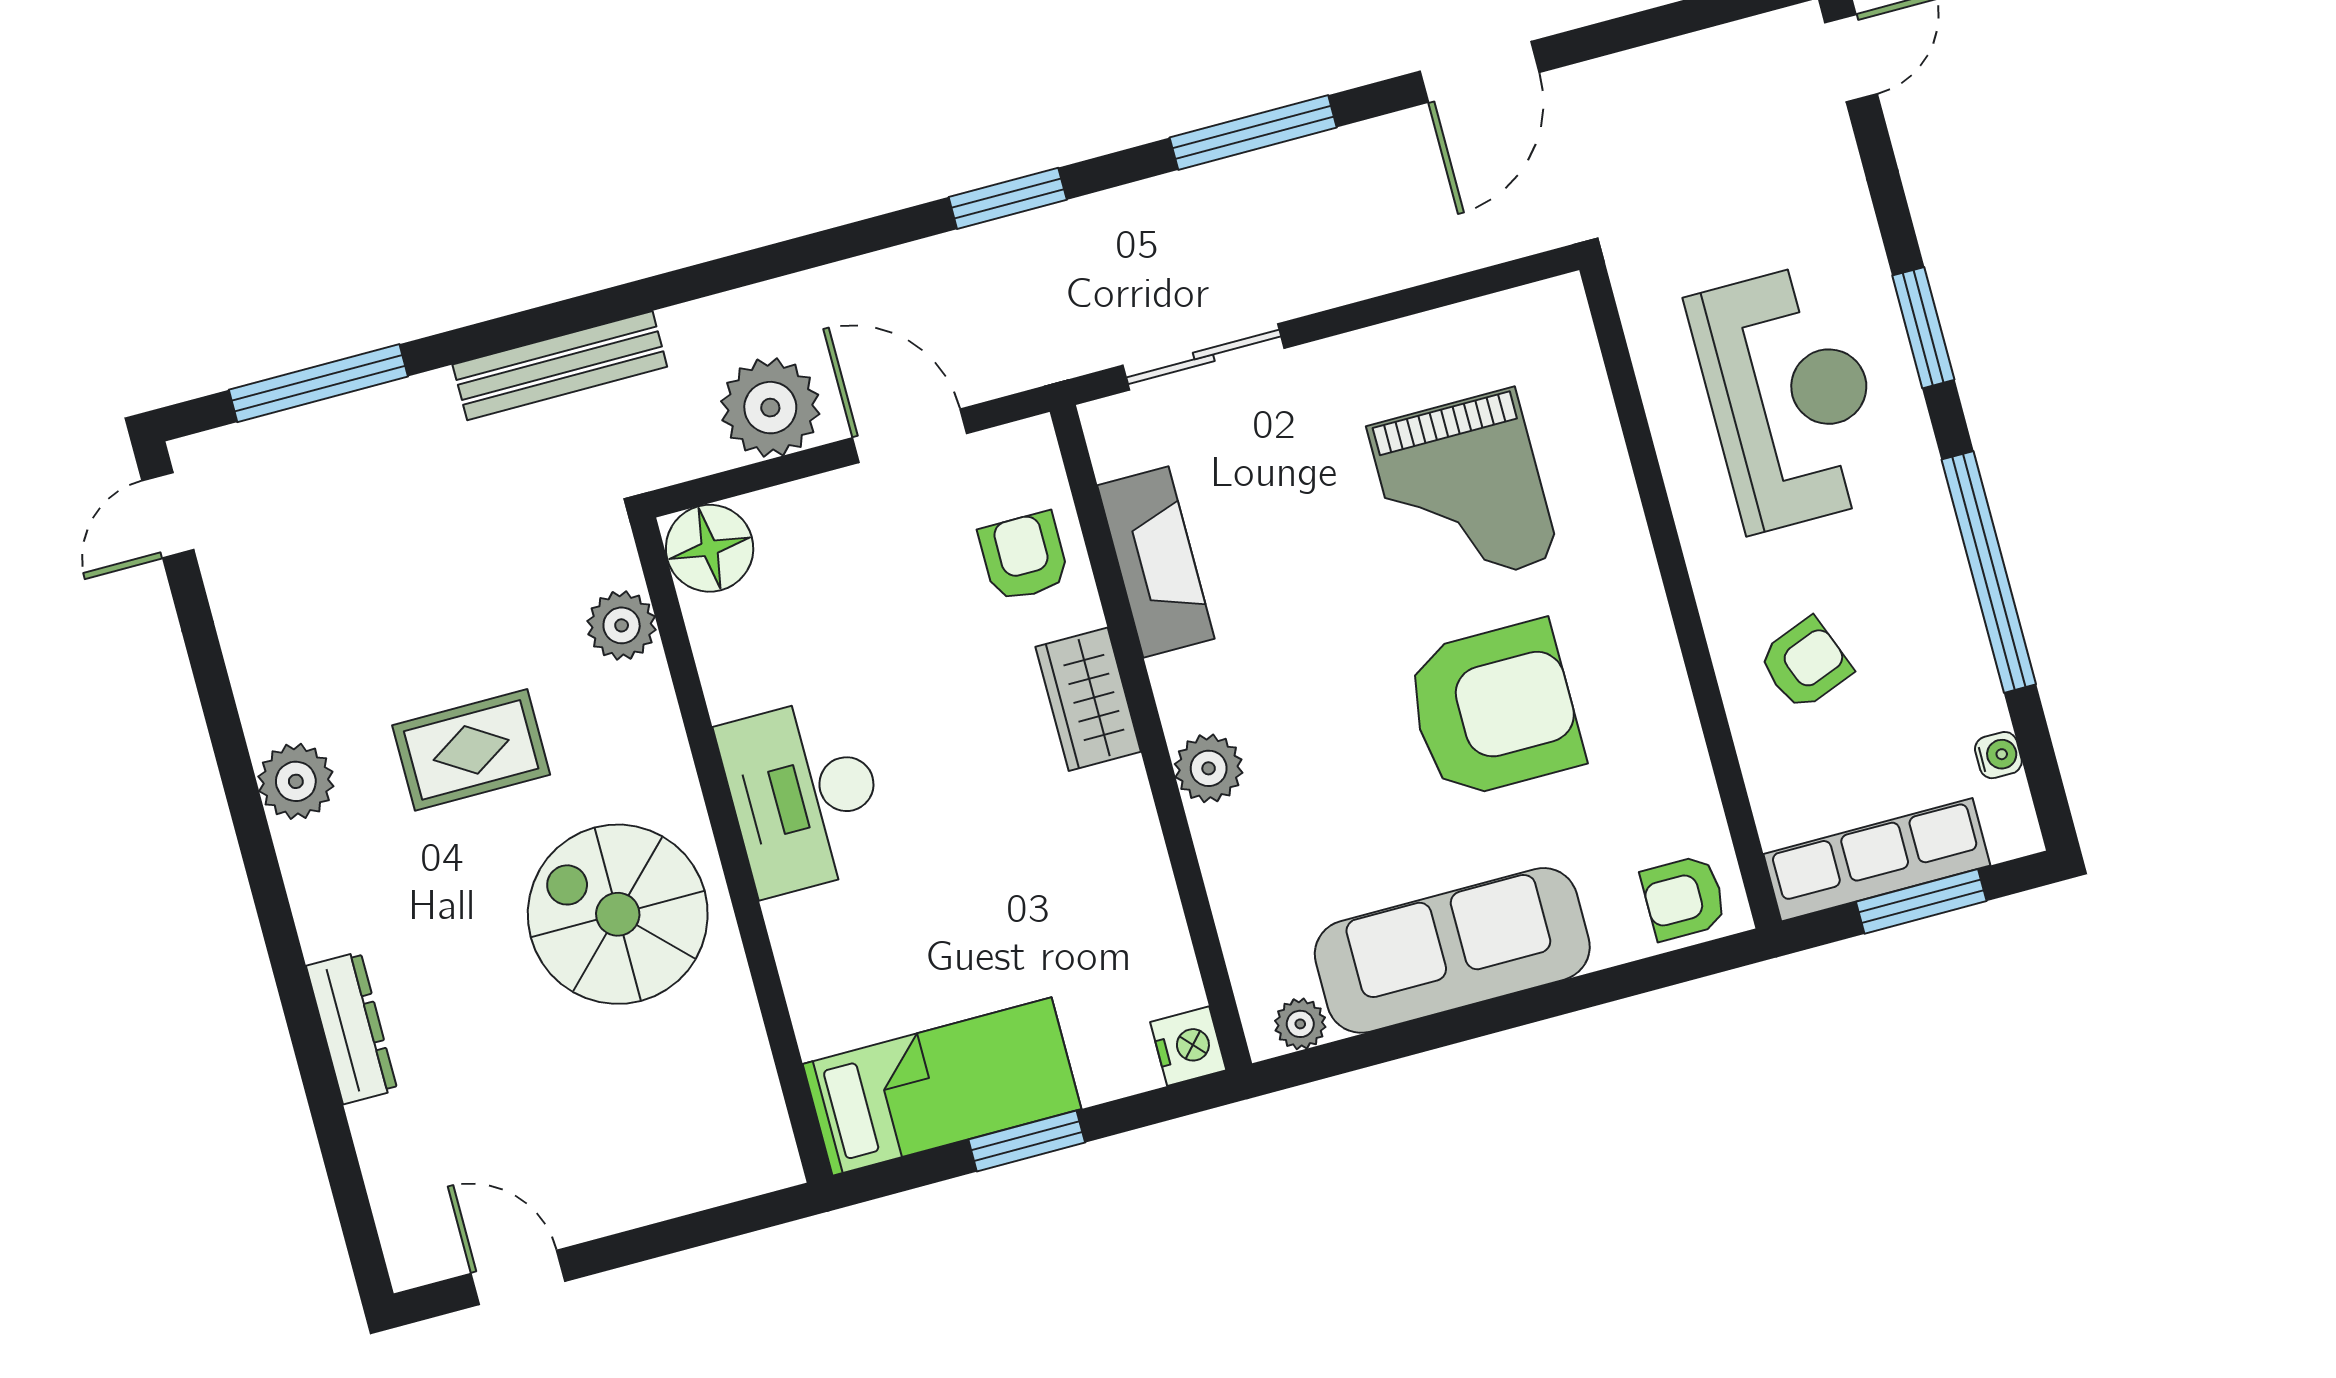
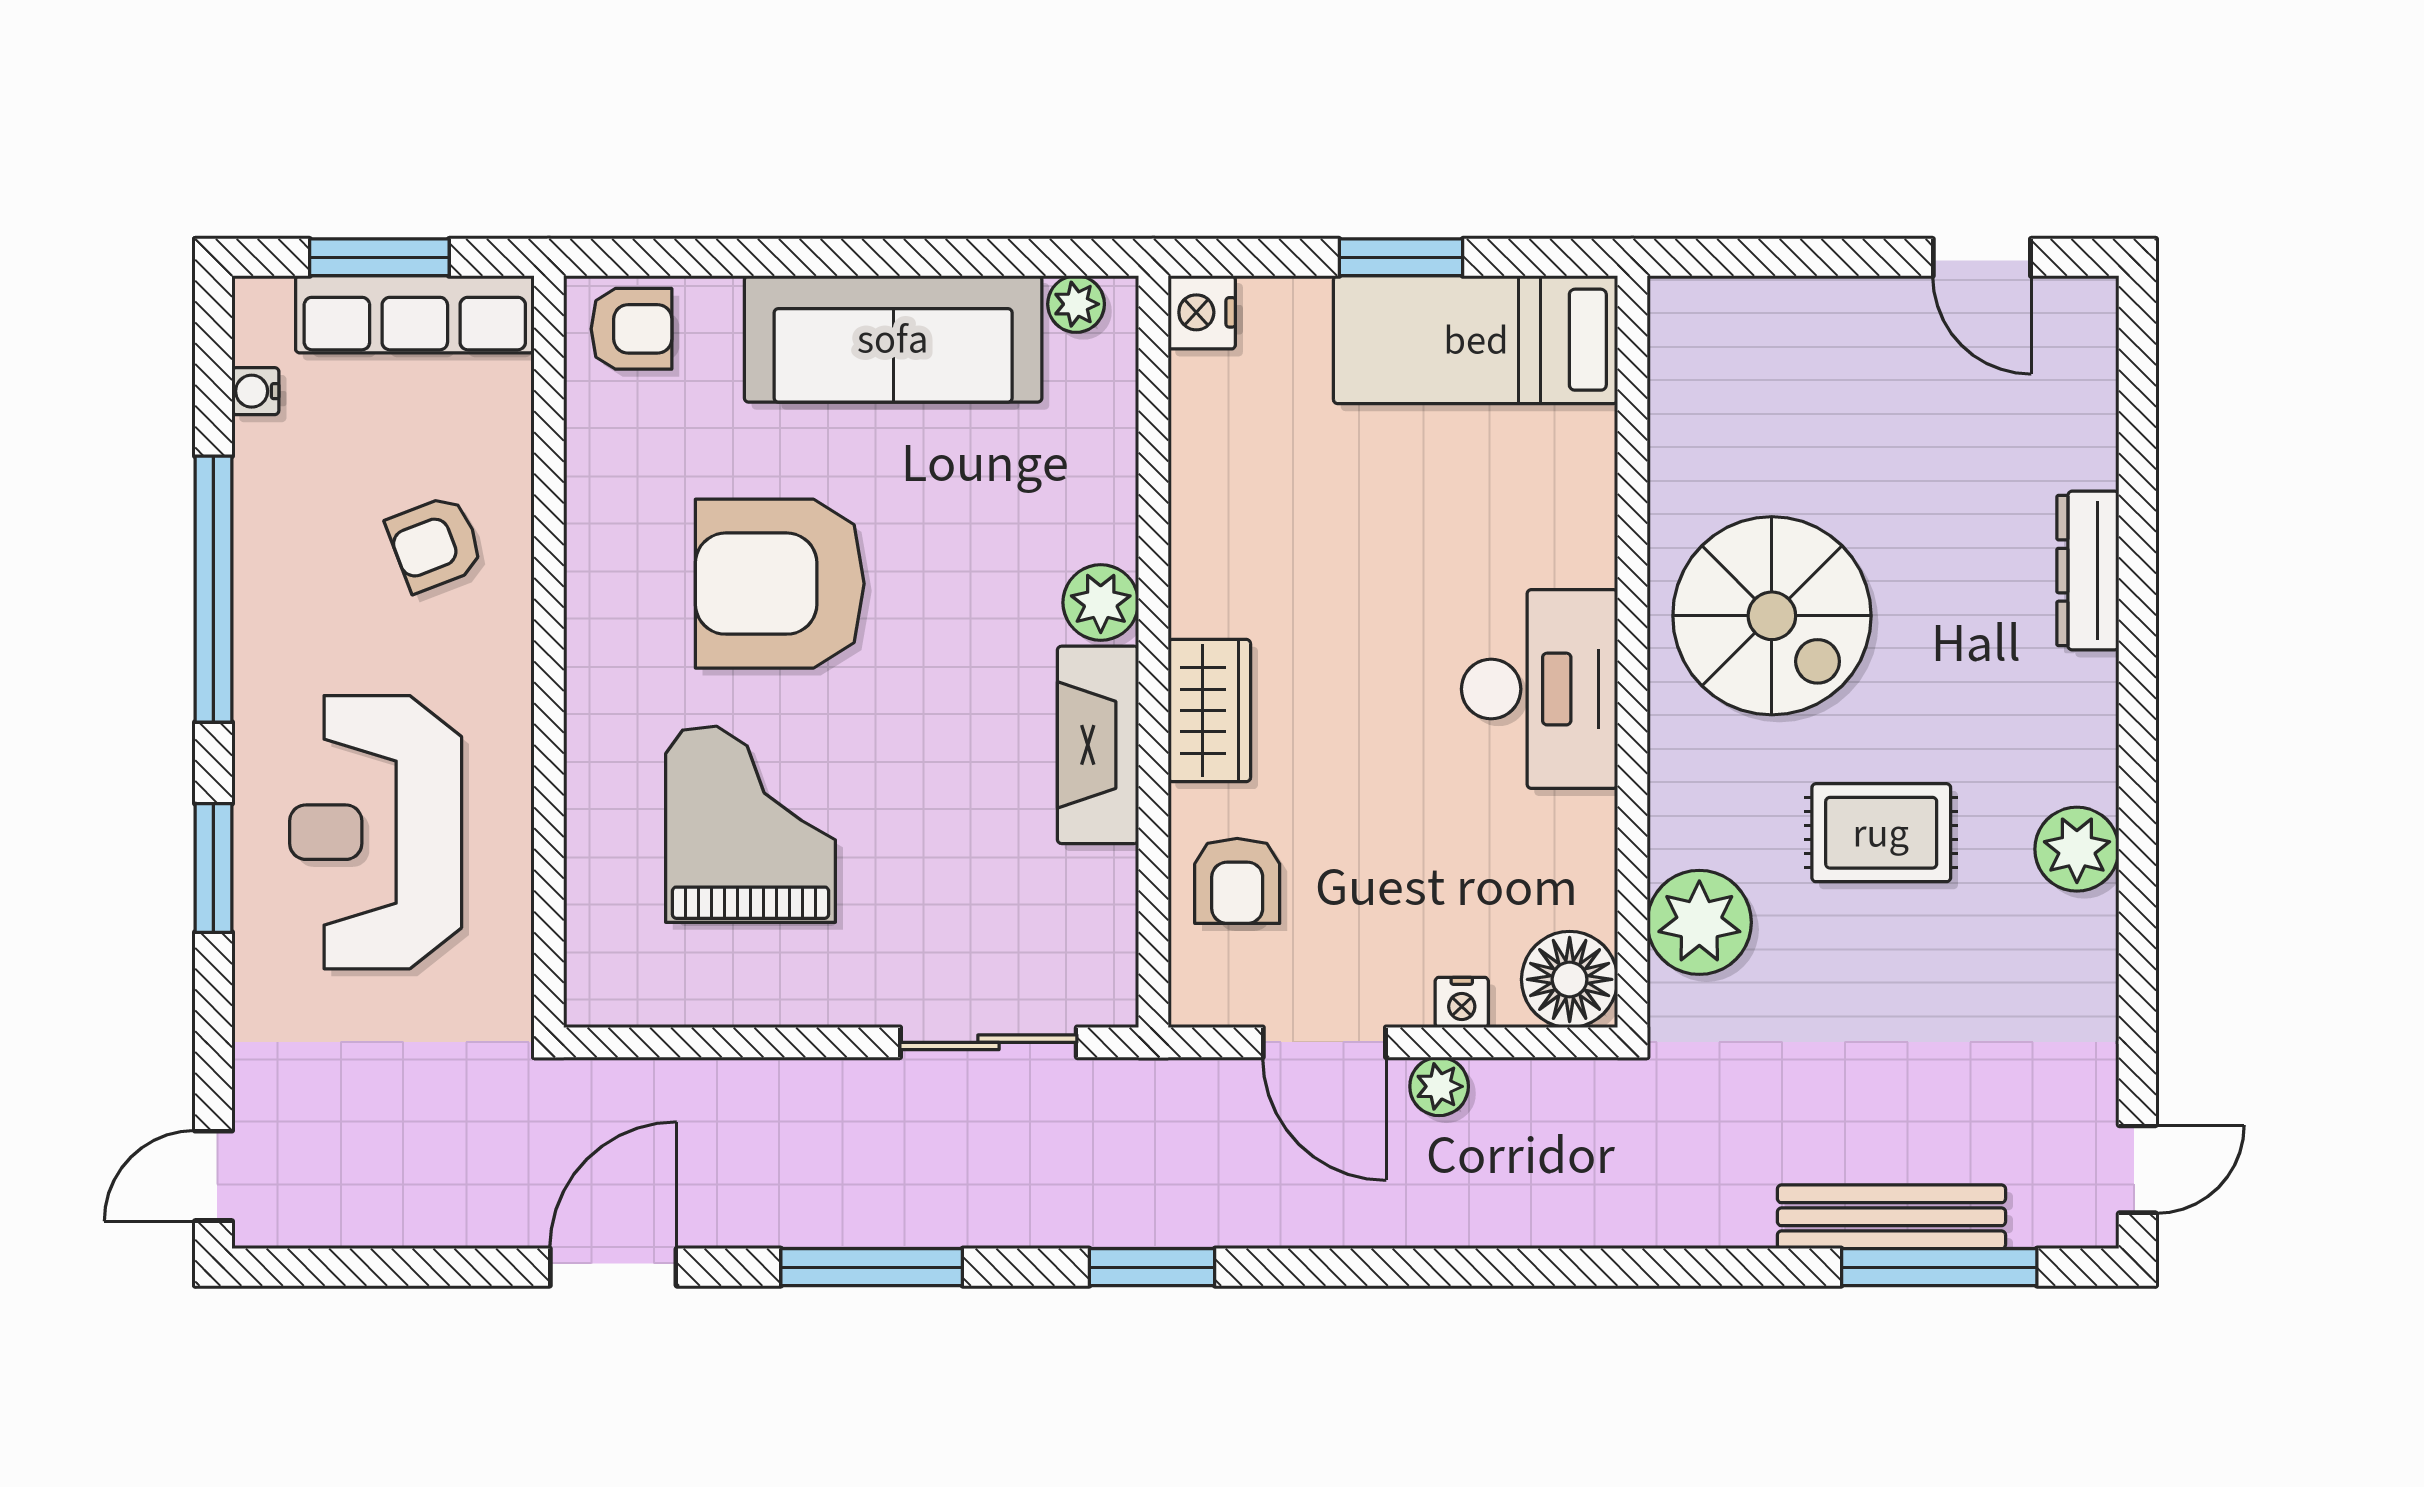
bench: (560, 366) -> (1891, 1217), moved
plant: (770, 408) -> (1439, 1086), width x0.53, depth x0.53
nightstand: (799, 503) -> (1462, 1002), added
fireplace: (1156, 562) -> (1098, 745), moved
plant: (622, 625) -> (1699, 922), width x1.36, depth x1.36

